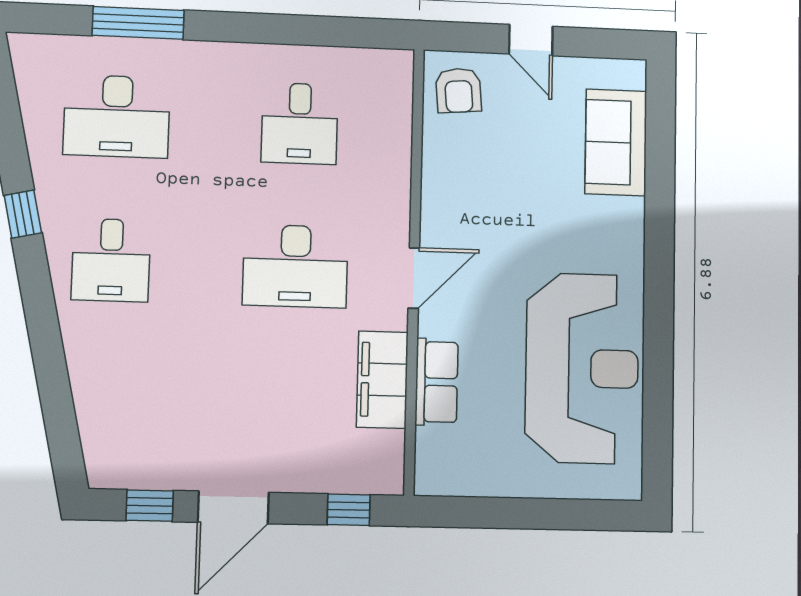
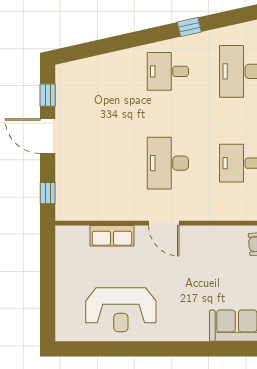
reception desk: (582, 368) -> (121, 310), width x0.74, depth x0.77
filing cabinet: (382, 380) -> (112, 208), removed

